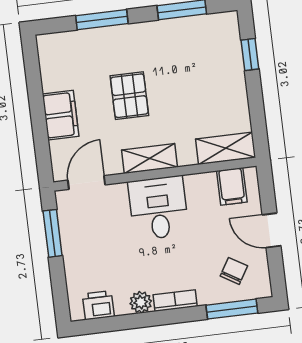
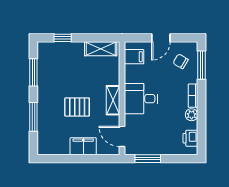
shelving: (226, 148) -> (101, 49), moved, turned 90

